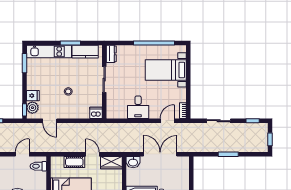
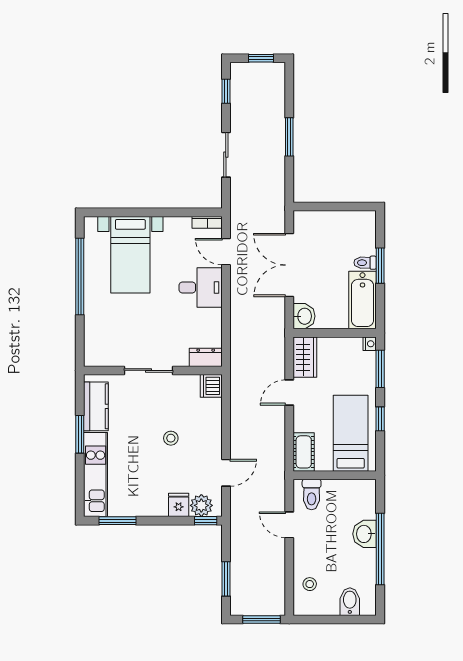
dresser: (111, 54) -> (206, 357), moved
desk: (138, 107) -> (201, 287), moved
cot: (74, 162) -> (304, 452), moved

